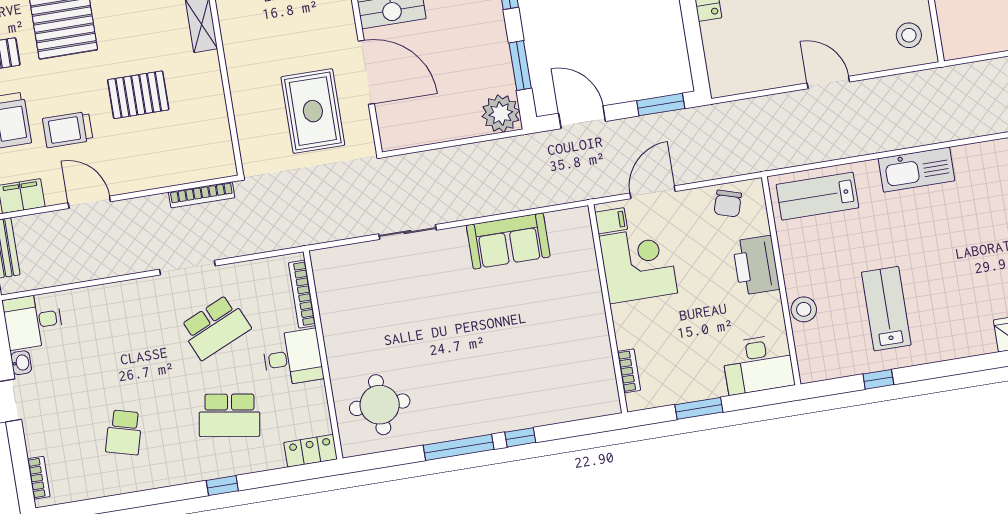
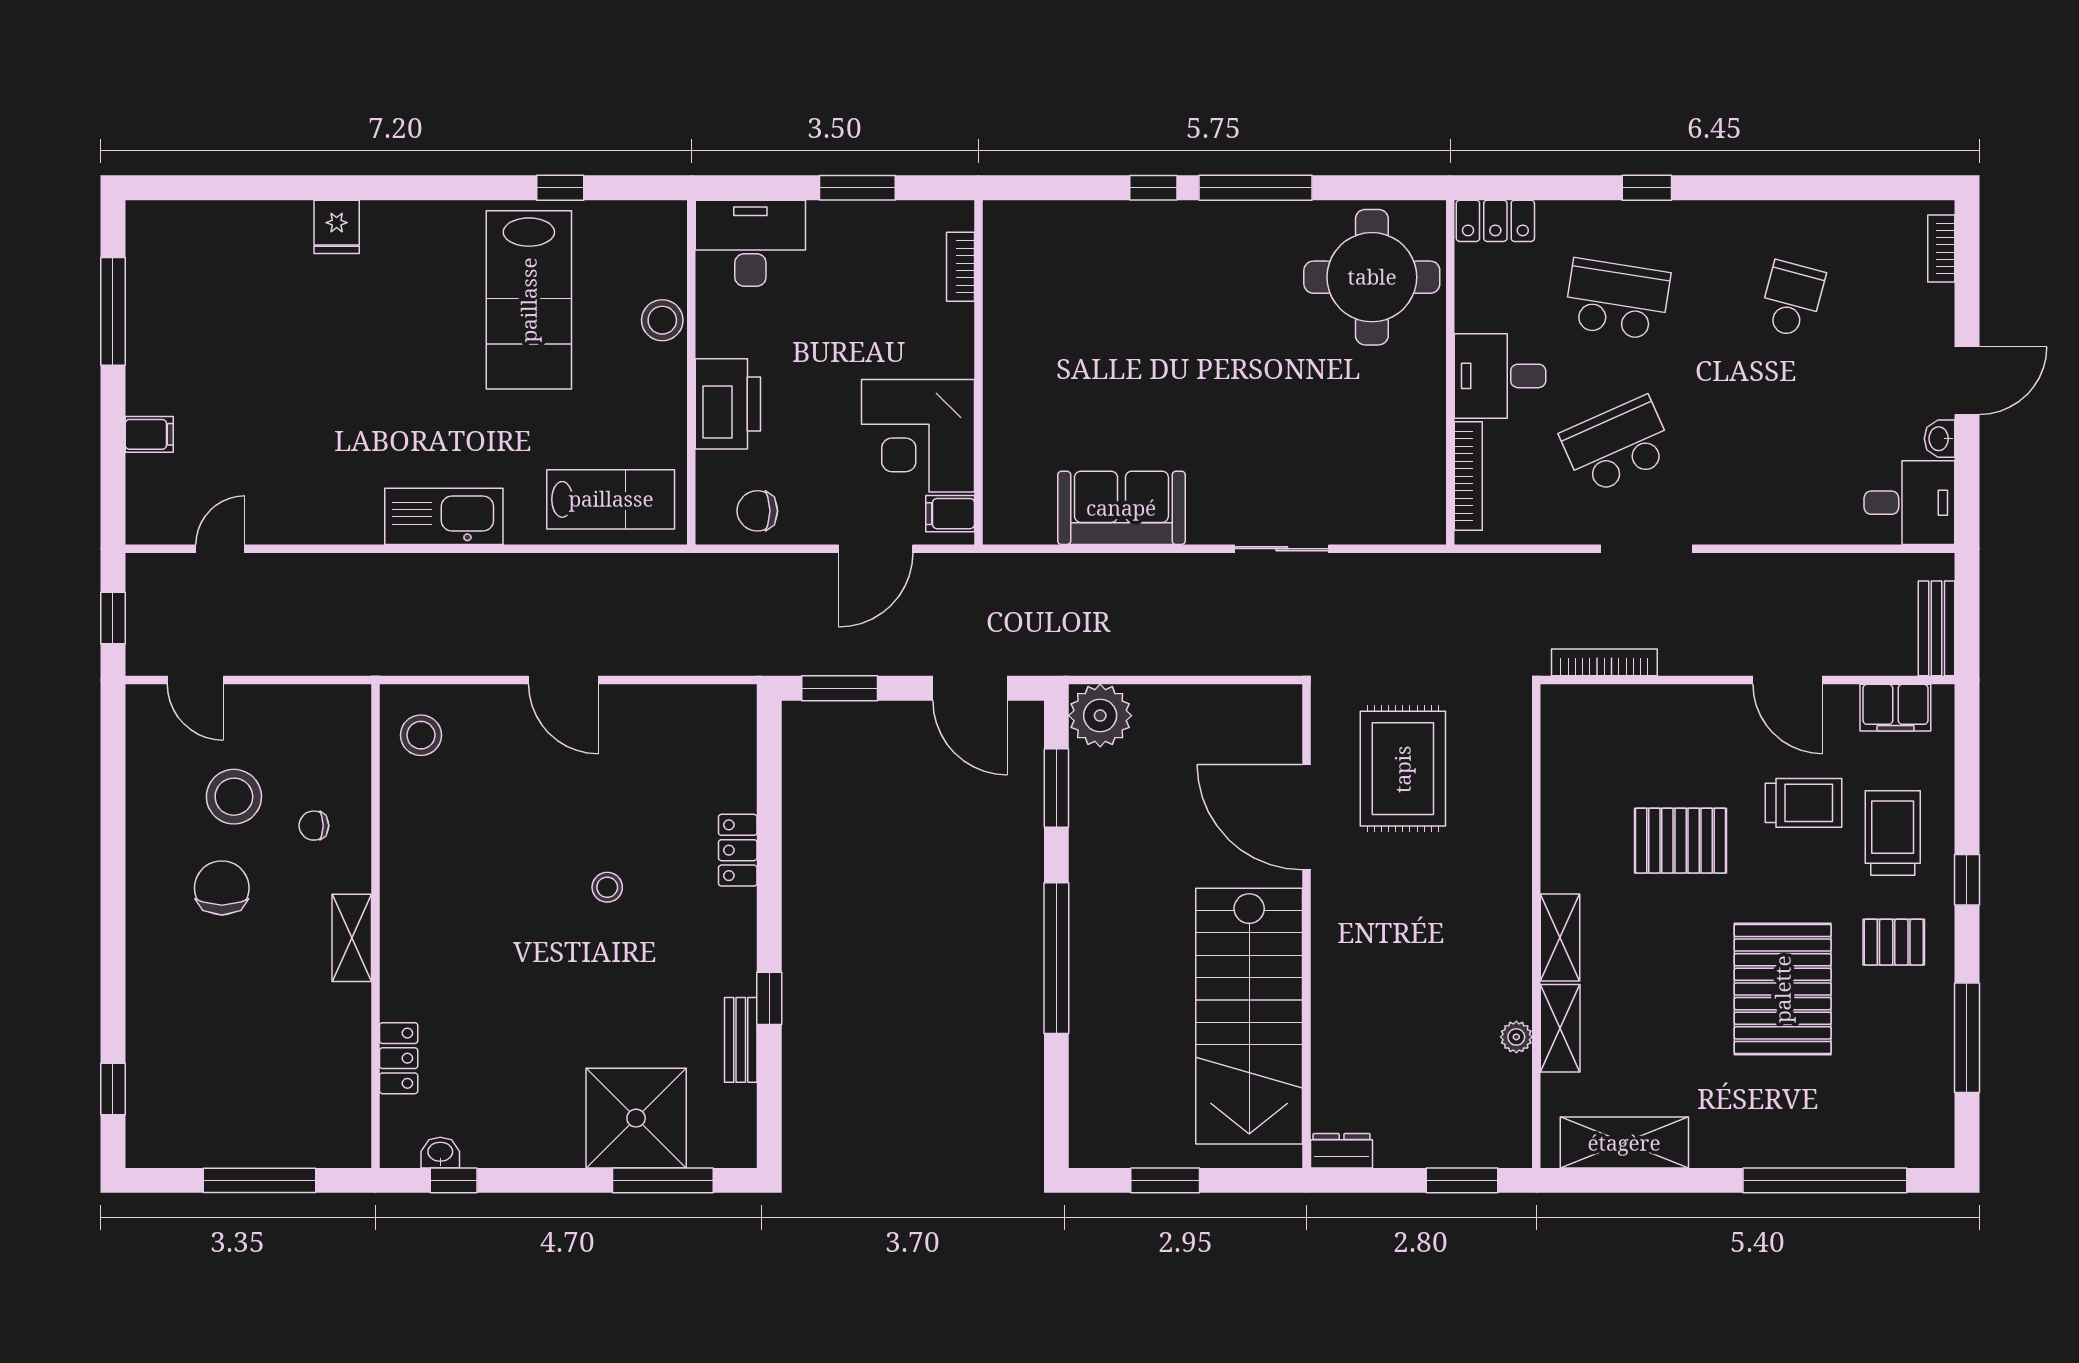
chair: (728, 204) -> (757, 511), turned -107
lab bench: (886, 309) -> (529, 300), width x1.36, depth x1.39
round table: (380, 405) -> (1372, 277), width x1.36, depth x1.36

